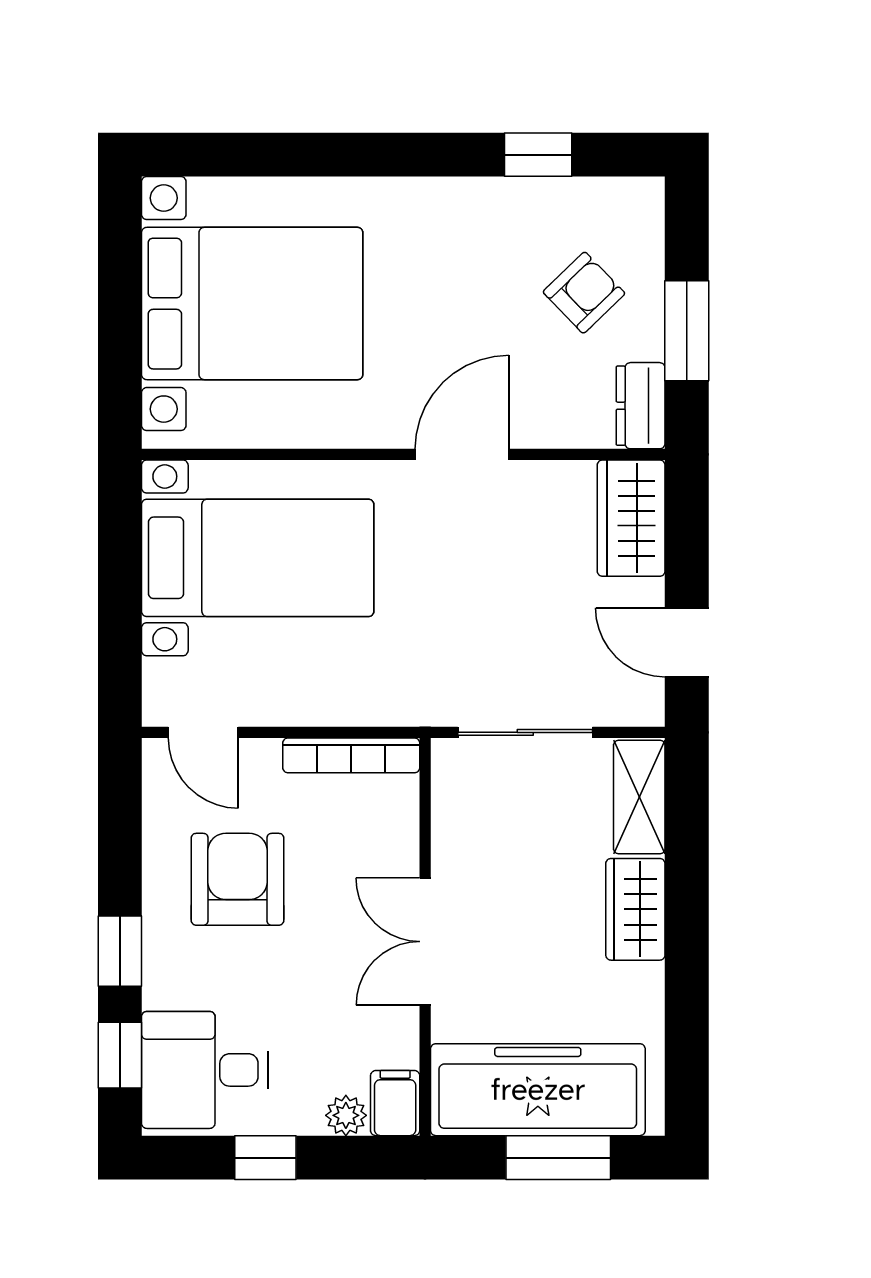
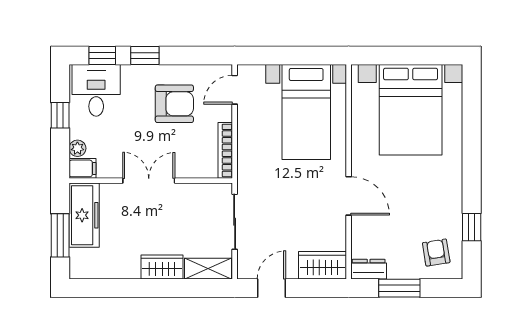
armchair: (584, 293) -> (436, 253), moved, turned -145
freezer: (538, 1090) -> (84, 215), width x0.73, depth x0.79

